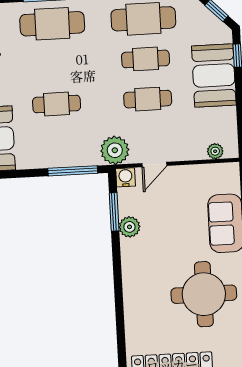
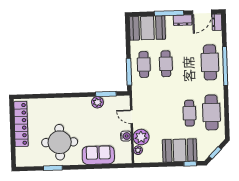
cafe table: (148, 99) -> (144, 64), moved
plant: (115, 150) -> (141, 137), moved
water cooler: (126, 177) -> (126, 136), moved

